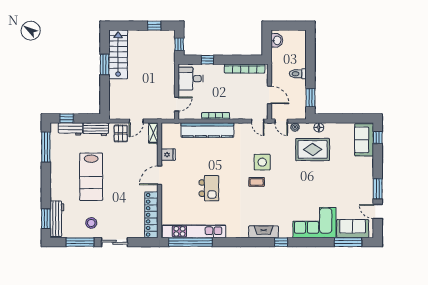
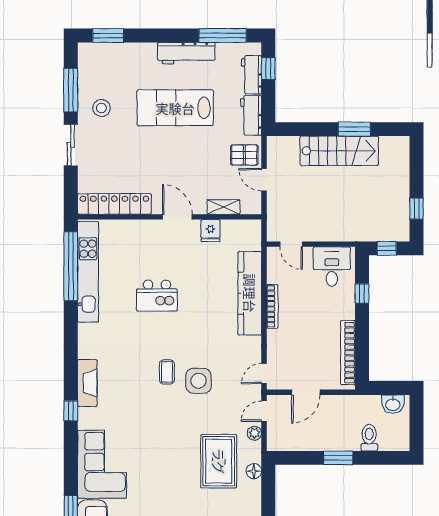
stairs: (118, 54) -> (339, 151), moved
toilet: (298, 74) -> (369, 438), moved
window: (310, 98) -> (338, 458), moved
shelving: (153, 133) -> (224, 207), moved
workbench: (57, 219) -> (186, 53), moved

